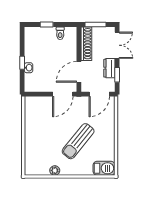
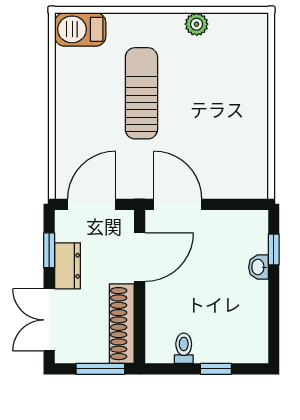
window: (22, 63) -> (274, 249), moved
door: (63, 94) -> (178, 204), hinge flipped
sun lounger: (78, 141) -> (141, 93), turned -39

